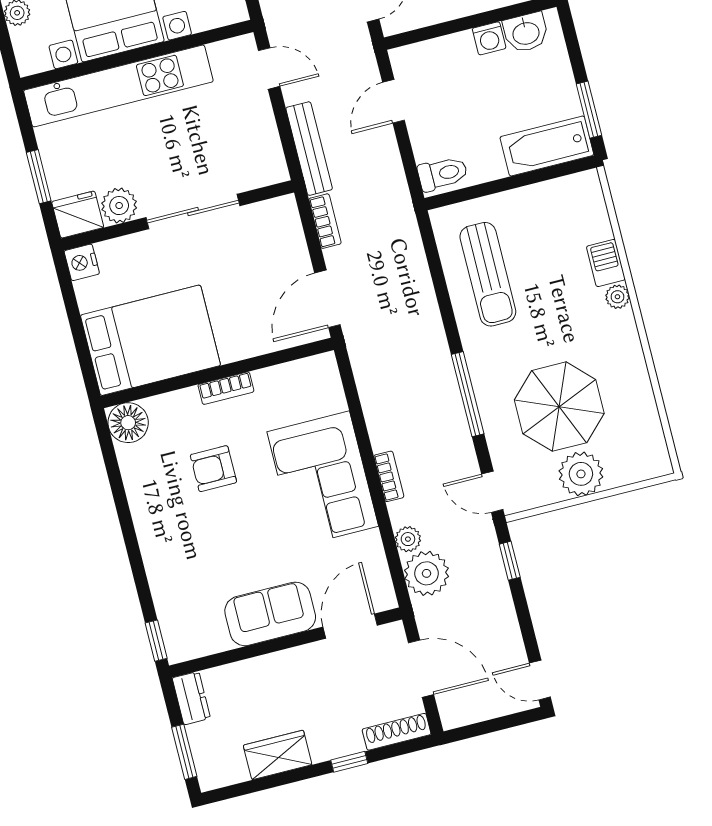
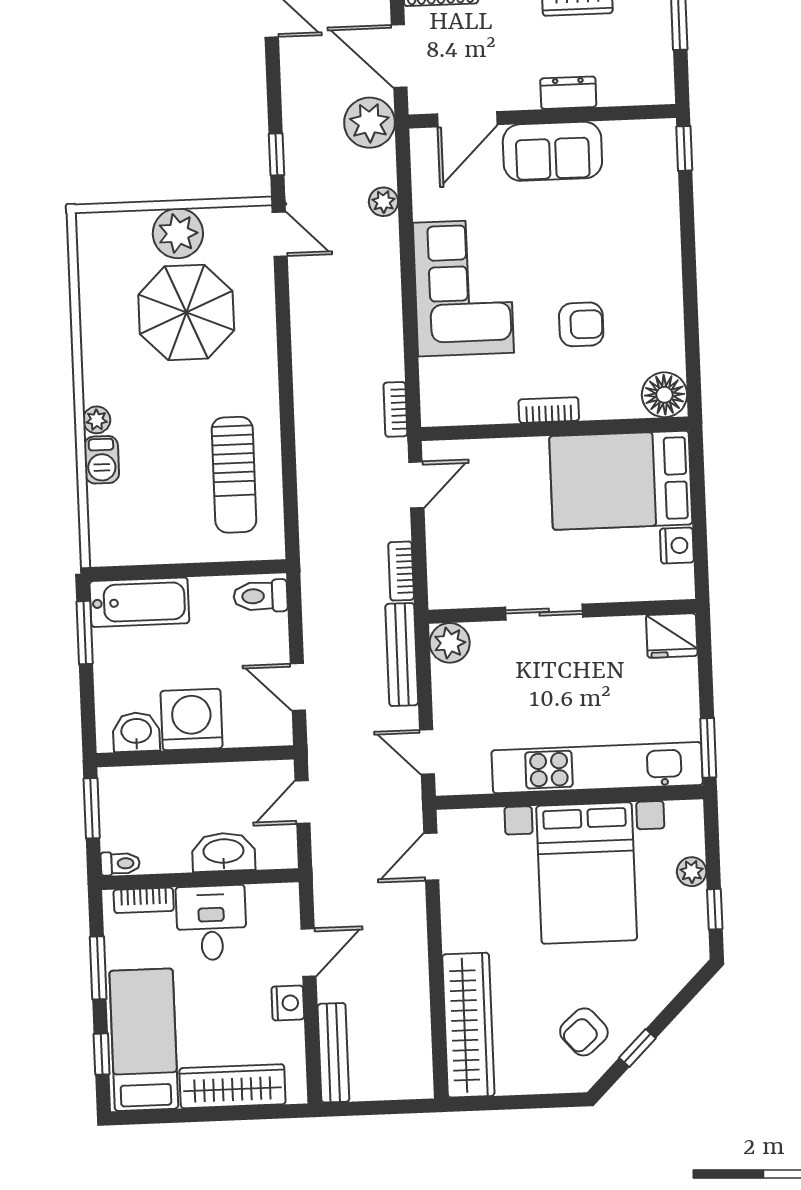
washing machine: (489, 38) -> (192, 719), width x1.89, depth x1.89
door: (393, 101) -> (298, 687), swing flipped
window: (39, 177) -> (708, 748), moved
plant: (119, 206) -> (450, 643), moved
sliding door: (193, 212) -> (544, 612), width x0.73
nightstand: (82, 262) -> (677, 546), moved
sun lounger: (488, 274) -> (234, 475), turned 180
door: (327, 299) -> (416, 485), width x0.73
window: (468, 394) -> (284, 347), removed
bookcase: (389, 476) -> (395, 409), moved
plant: (427, 573) -> (369, 123), moved
dresser: (191, 698) -> (568, 93), moved, turned 90

